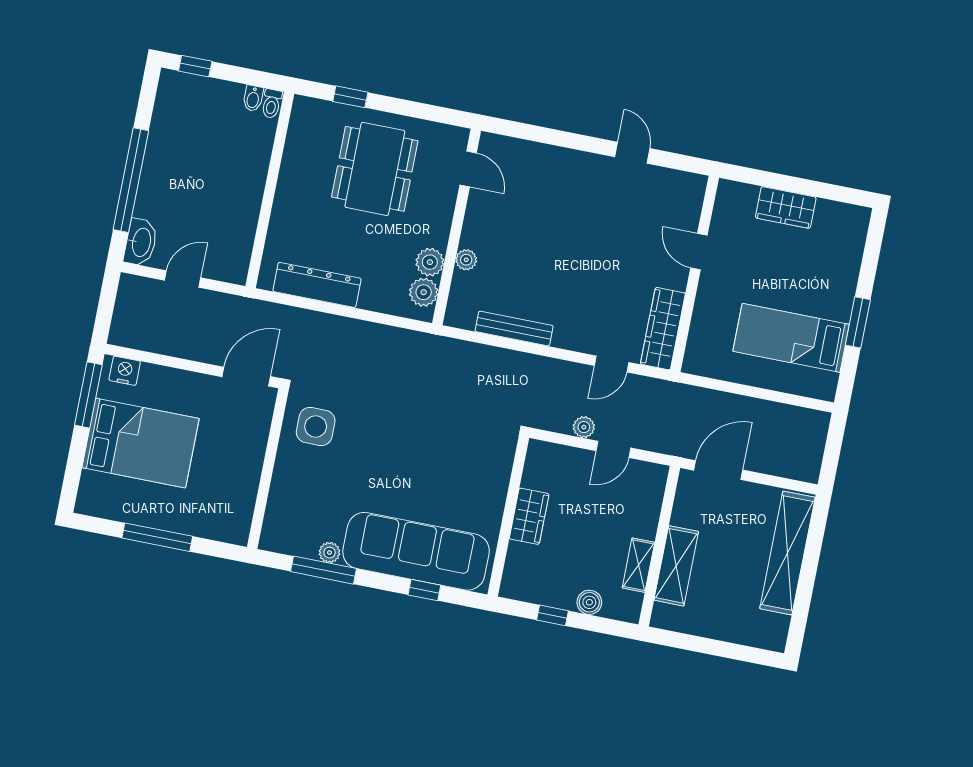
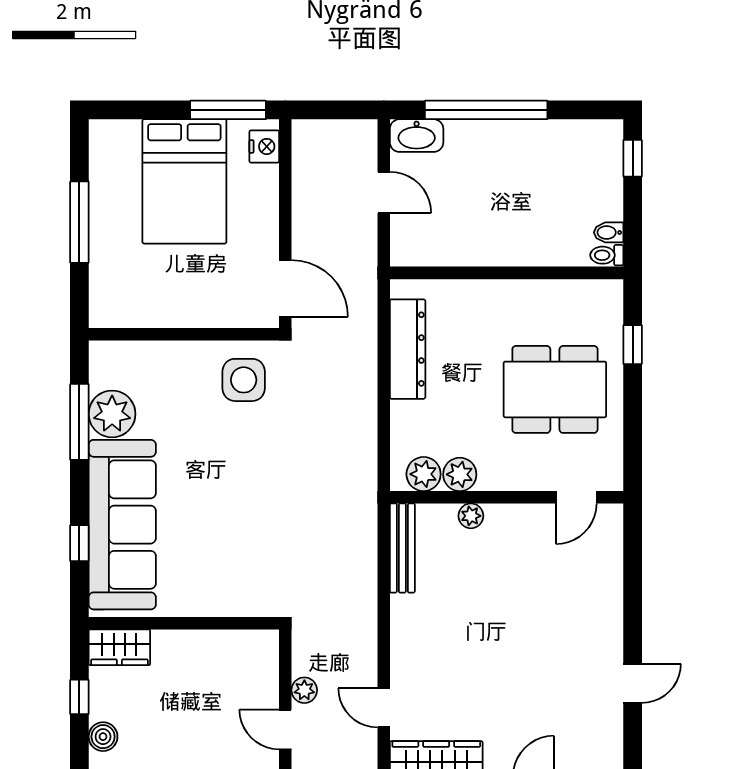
bench: (514, 328) -> (402, 548), moved
wardrobe: (529, 516) -> (119, 647), moved
plant: (330, 553) -> (112, 414), width x1.87, depth x1.87

